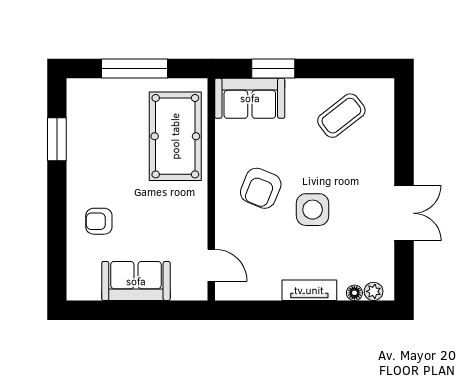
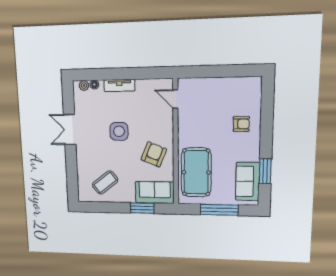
armchair: (261, 188) -> (154, 154), moved
sofa: (136, 281) -> (248, 181), moved, turned 90

